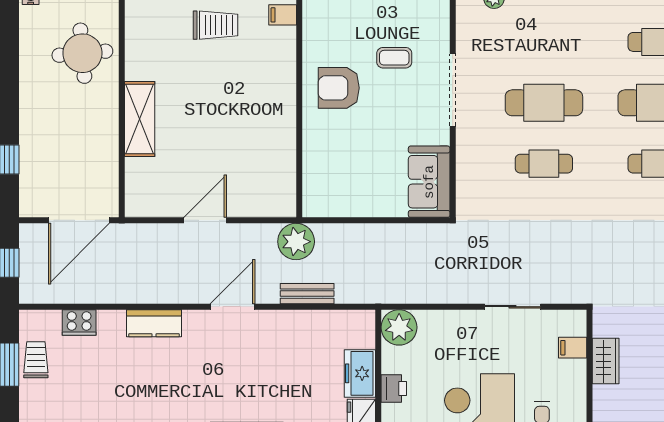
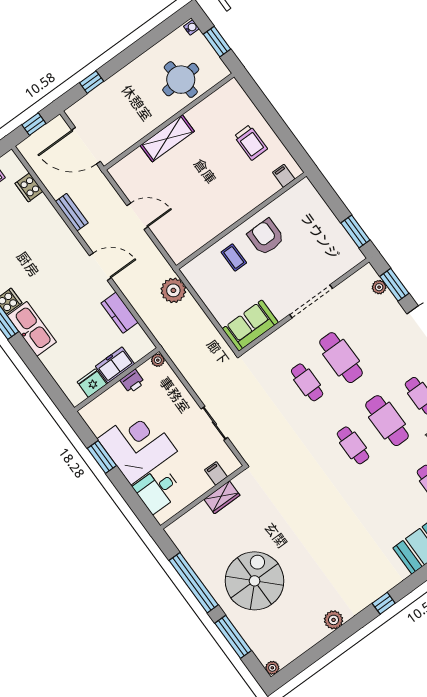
coffee table: (394, 58) -> (234, 257), moved
plant: (296, 242) -> (173, 290), moved
bench: (307, 294) -> (72, 212), moved
kitchen counter: (154, 323) -> (120, 313), moved
plant: (399, 327) -> (158, 360), width x0.53, depth x0.53
printer: (394, 389) -> (132, 381), moved

